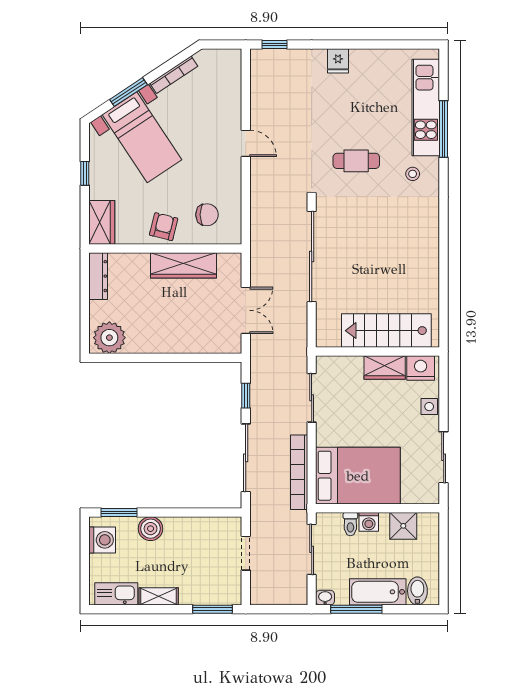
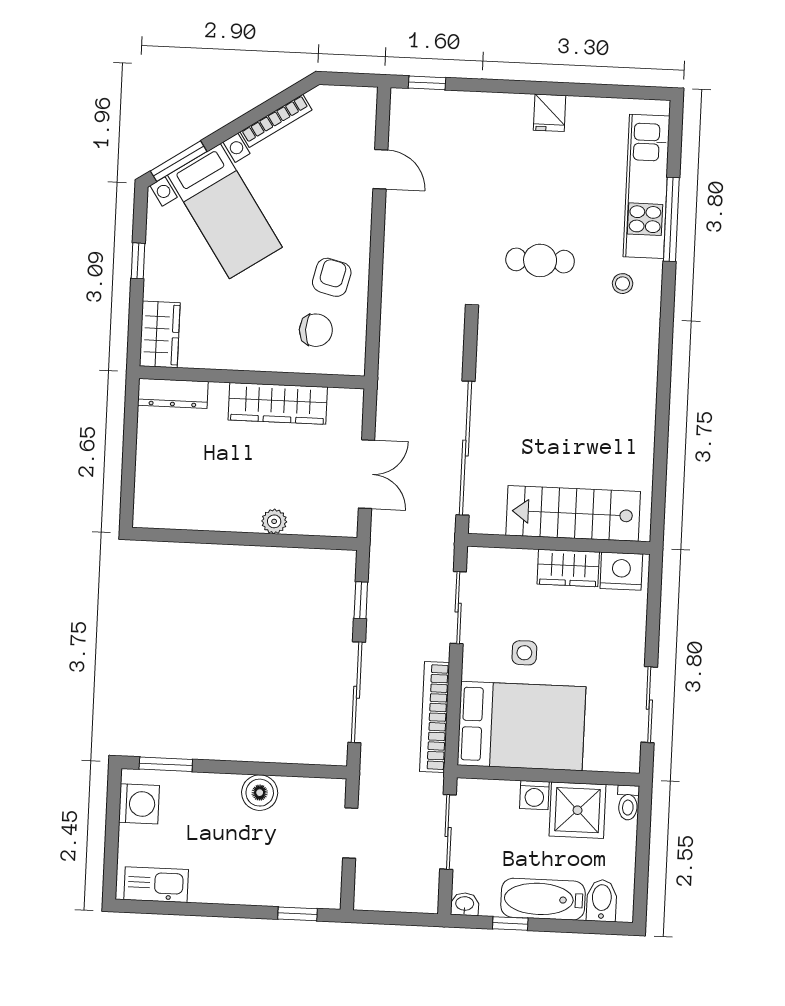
fridge: (338, 61) -> (550, 113), moved
window: (128, 92) -> (179, 161), moved
door: (246, 143) -> (380, 169), moved
armchair: (164, 227) -> (332, 277), moved
sliding door: (312, 256) -> (465, 448), moved
dresser: (98, 276) -> (173, 393), moved, turned 90
plant: (109, 338) -> (274, 521), moved, width x0.53, depth x0.53
side table: (429, 407) -> (524, 653), moved
toilet: (350, 524) -> (628, 803), moved
shower: (403, 526) -> (578, 810), width x1.36, depth x1.36
boiler: (151, 529) -> (260, 793), moved
shelving: (159, 596) -> (219, 891), removed
window: (212, 609) -> (297, 914), width x0.67
window: (356, 609) -> (510, 923), width x0.46

